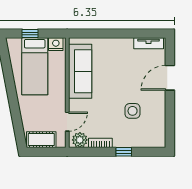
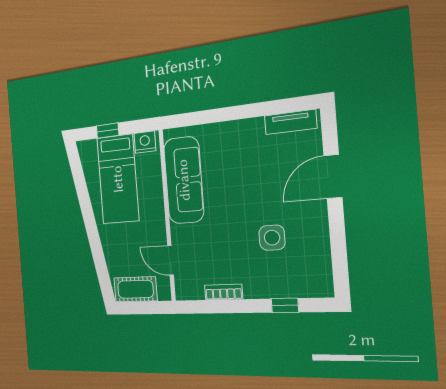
door: (67, 122) -> (171, 260), swing flipped
plant: (80, 140) -> (192, 288), removed
window: (124, 152) -> (285, 305), moved

